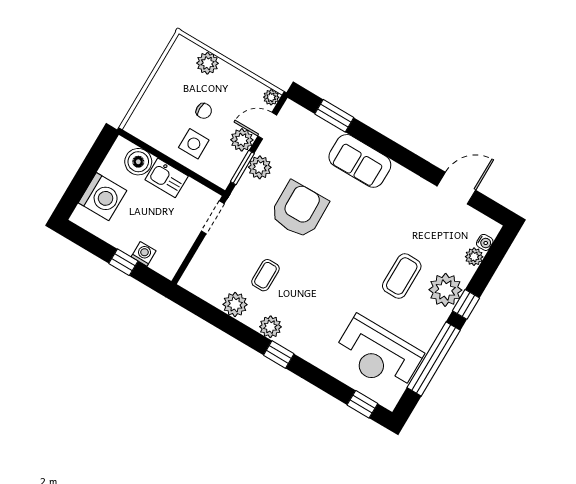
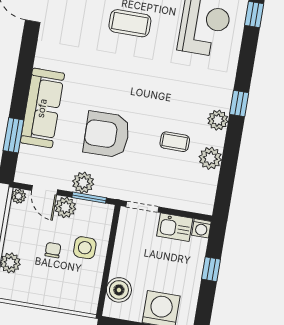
sofa: (360, 161) -> (42, 108), width x1.36
kitchen sink: (167, 178) -> (175, 227), moved, turned 90
washing machine: (144, 254) -> (201, 228), moved, turned -90

